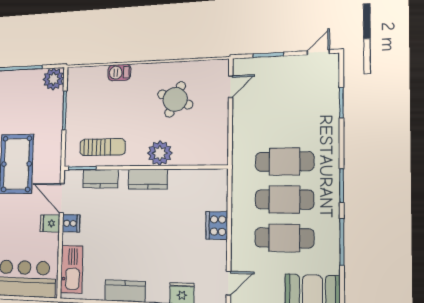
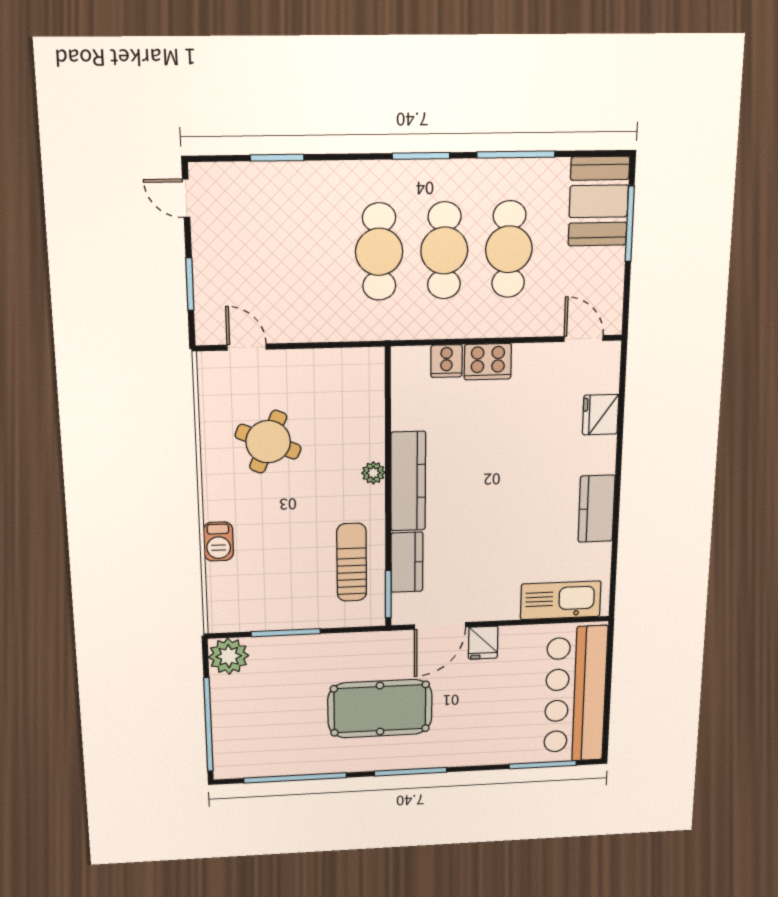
plant: (160, 153) -> (373, 473), width x0.53, depth x0.53
kitchen counter: (148, 179) -> (408, 481), width x1.50
cooker: (71, 223) -> (447, 361), moved, turned 180

